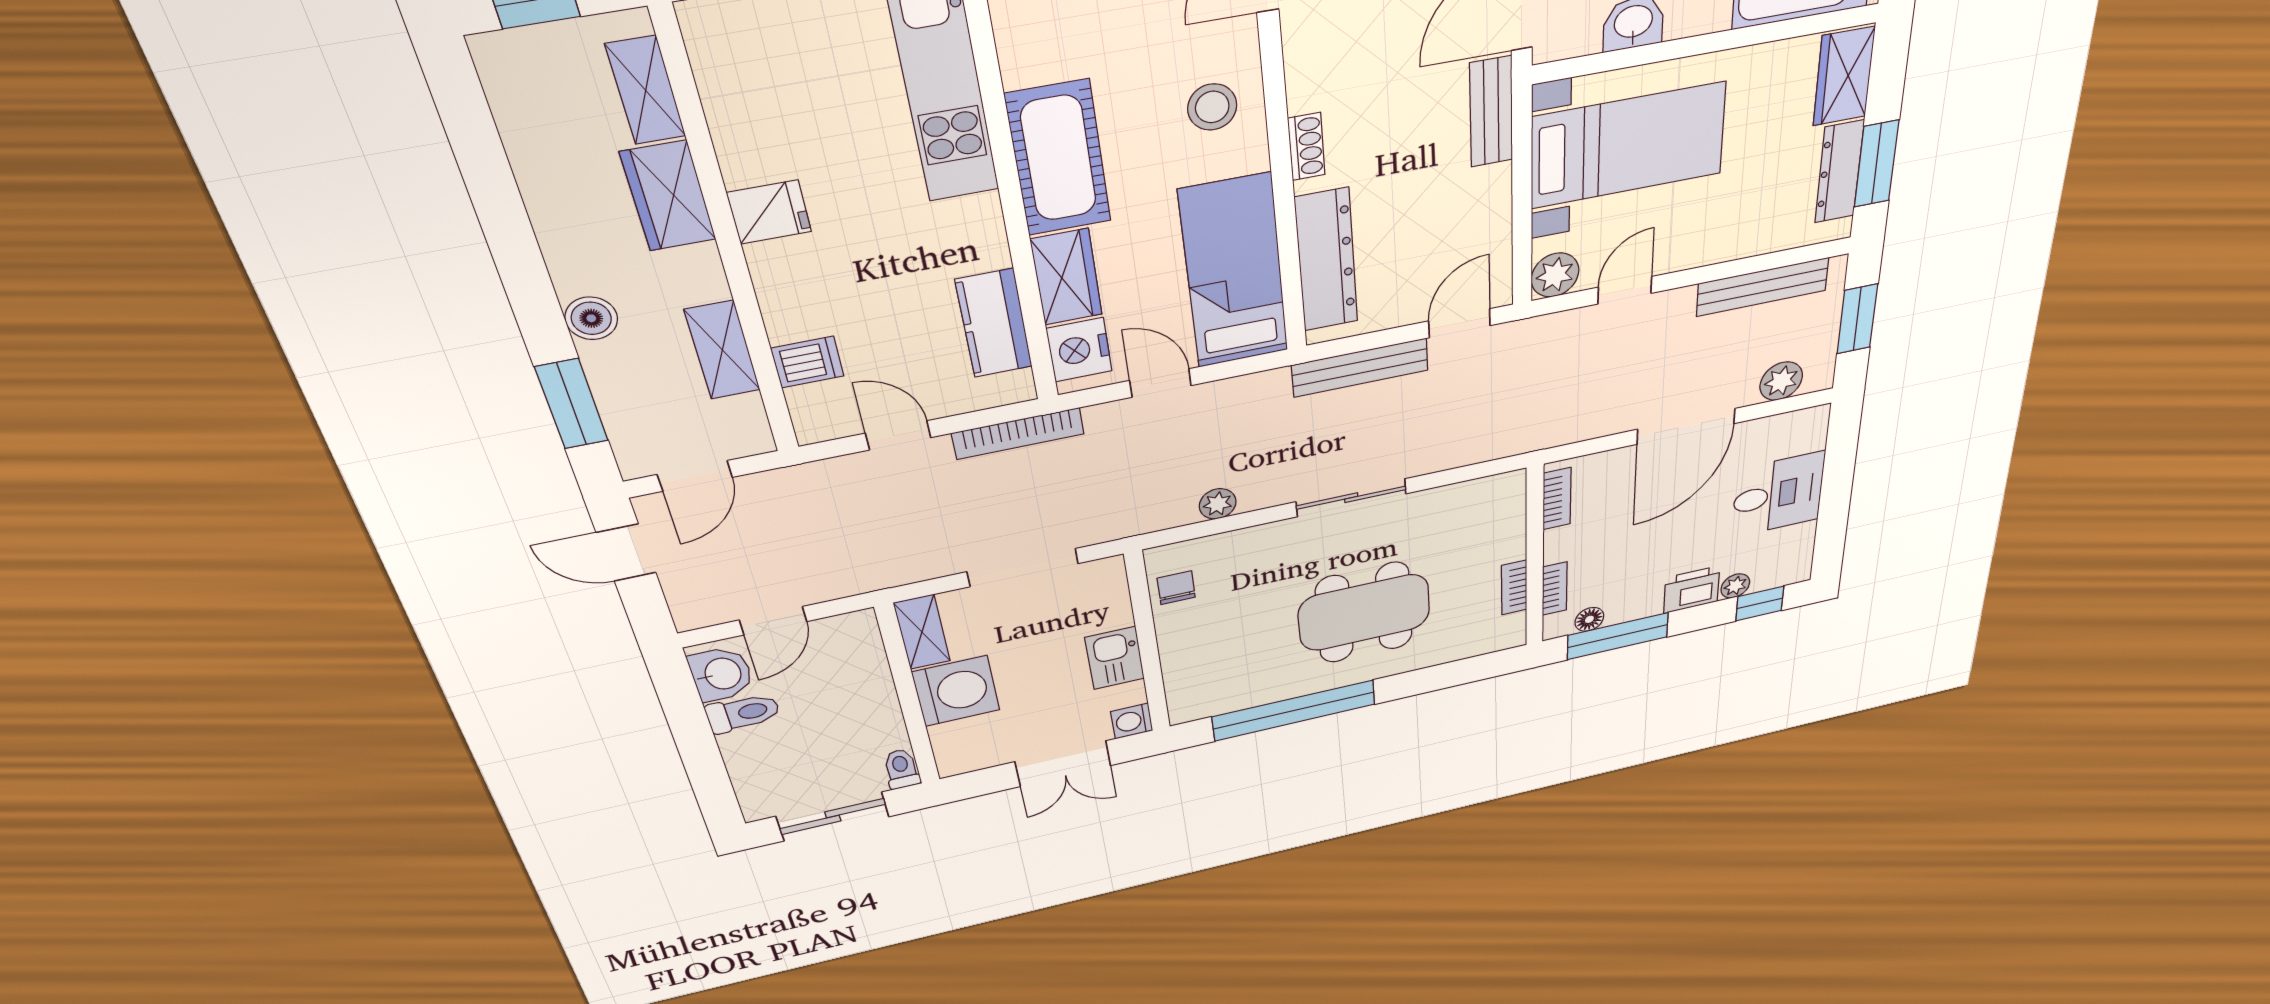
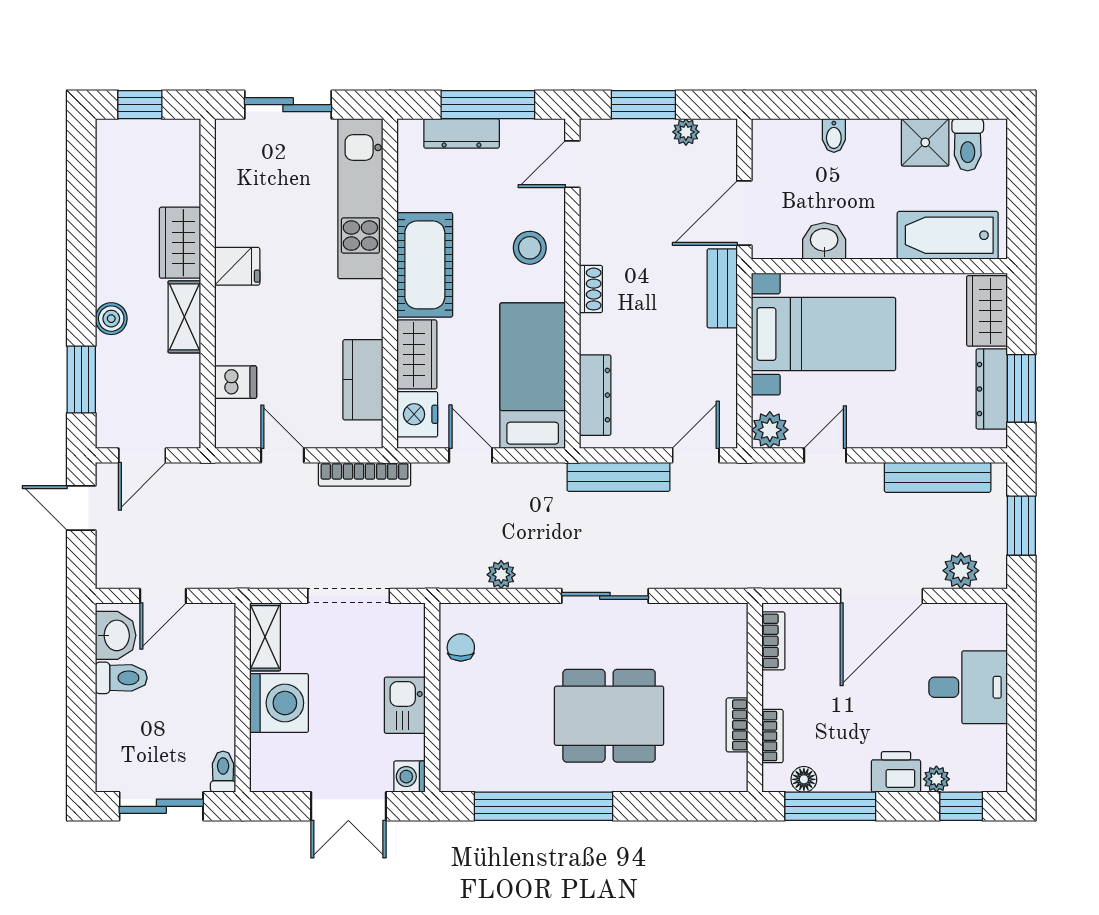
shelving: (646, 90) -> (185, 171), removed
dresser: (1326, 260) -> (595, 395), width x0.73, depth x0.80
shelving: (722, 350) -> (184, 317), moved

